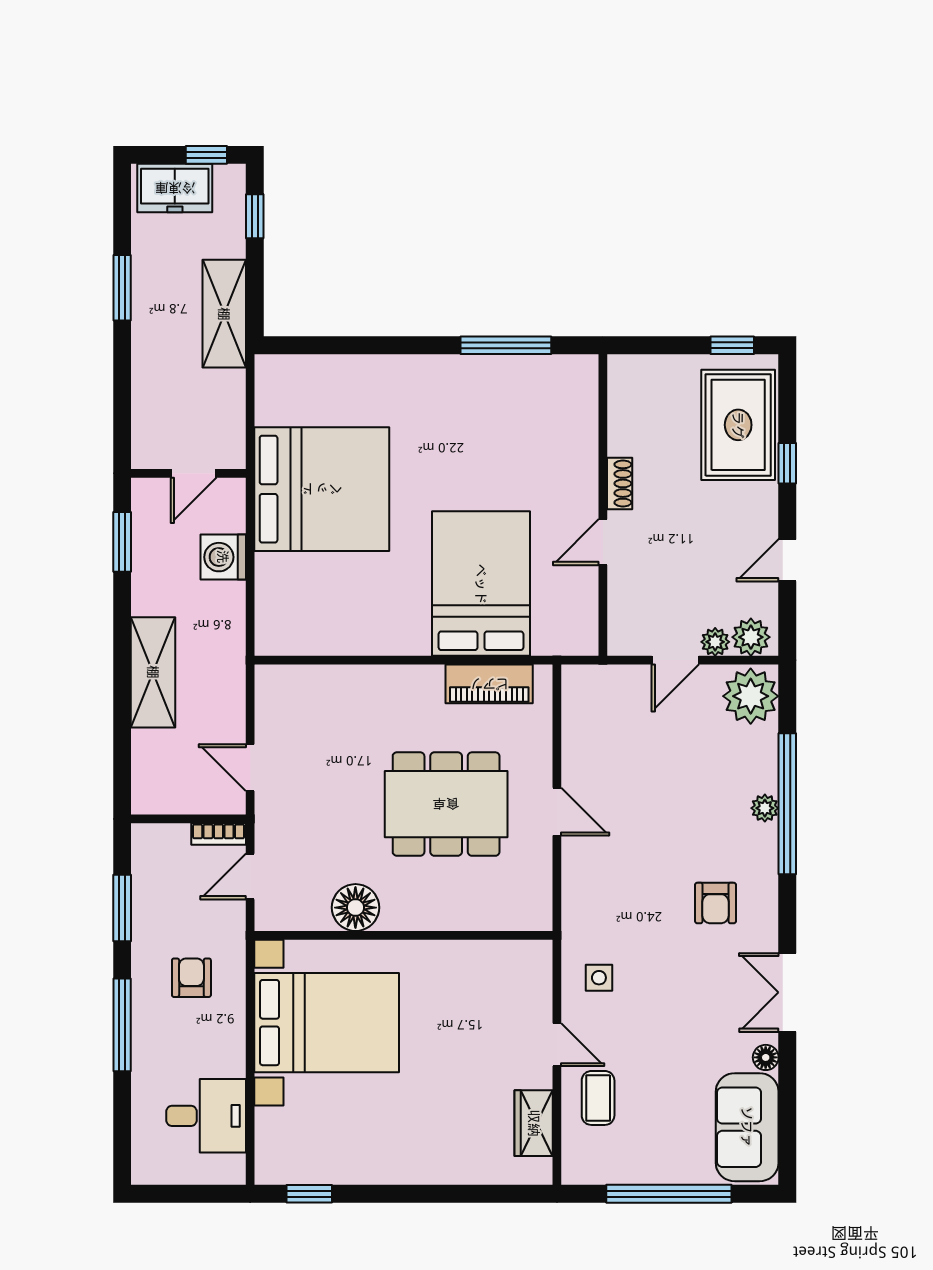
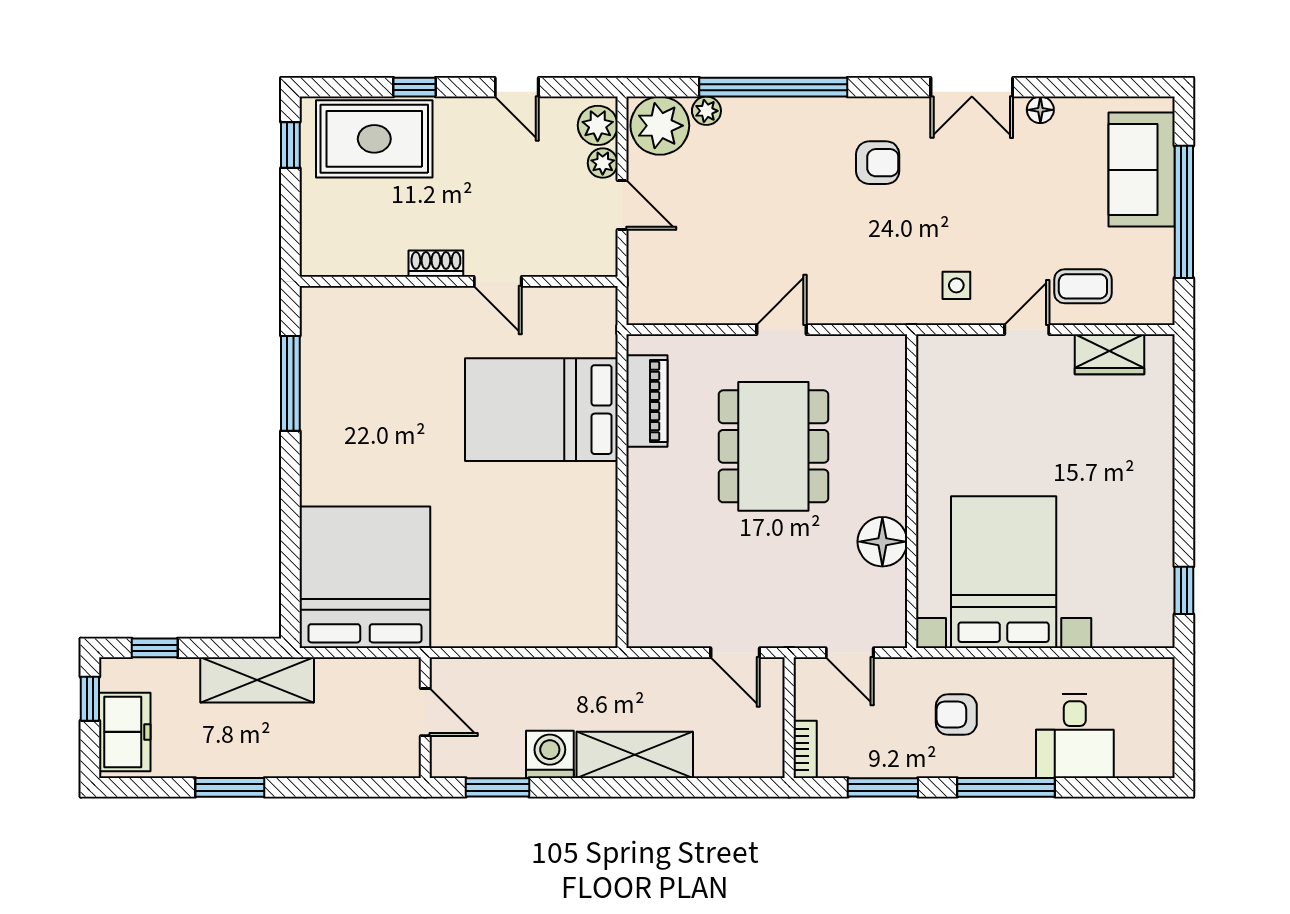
bed: (322, 489) -> (365, 577), moved
washing machine: (223, 557) -> (550, 754), moved, turned 180
door: (250, 768) -> (735, 653), hinge flipped
plant: (765, 808) -> (706, 111), moved
bookcase: (219, 834) -> (805, 749), moved
desk: (206, 1116) -> (1075, 736), moved, turned 180
sofa: (747, 1127) -> (1142, 170), moved, turned 90

